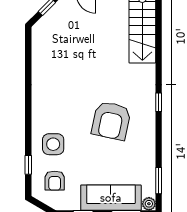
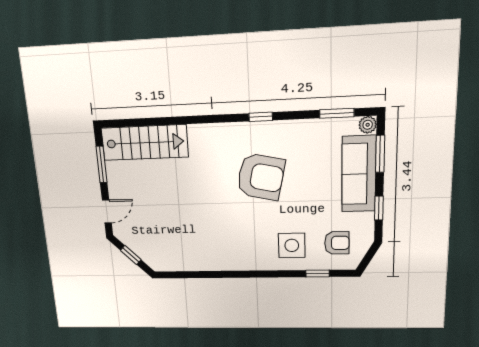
window: (159, 102) -> (261, 117), moved

